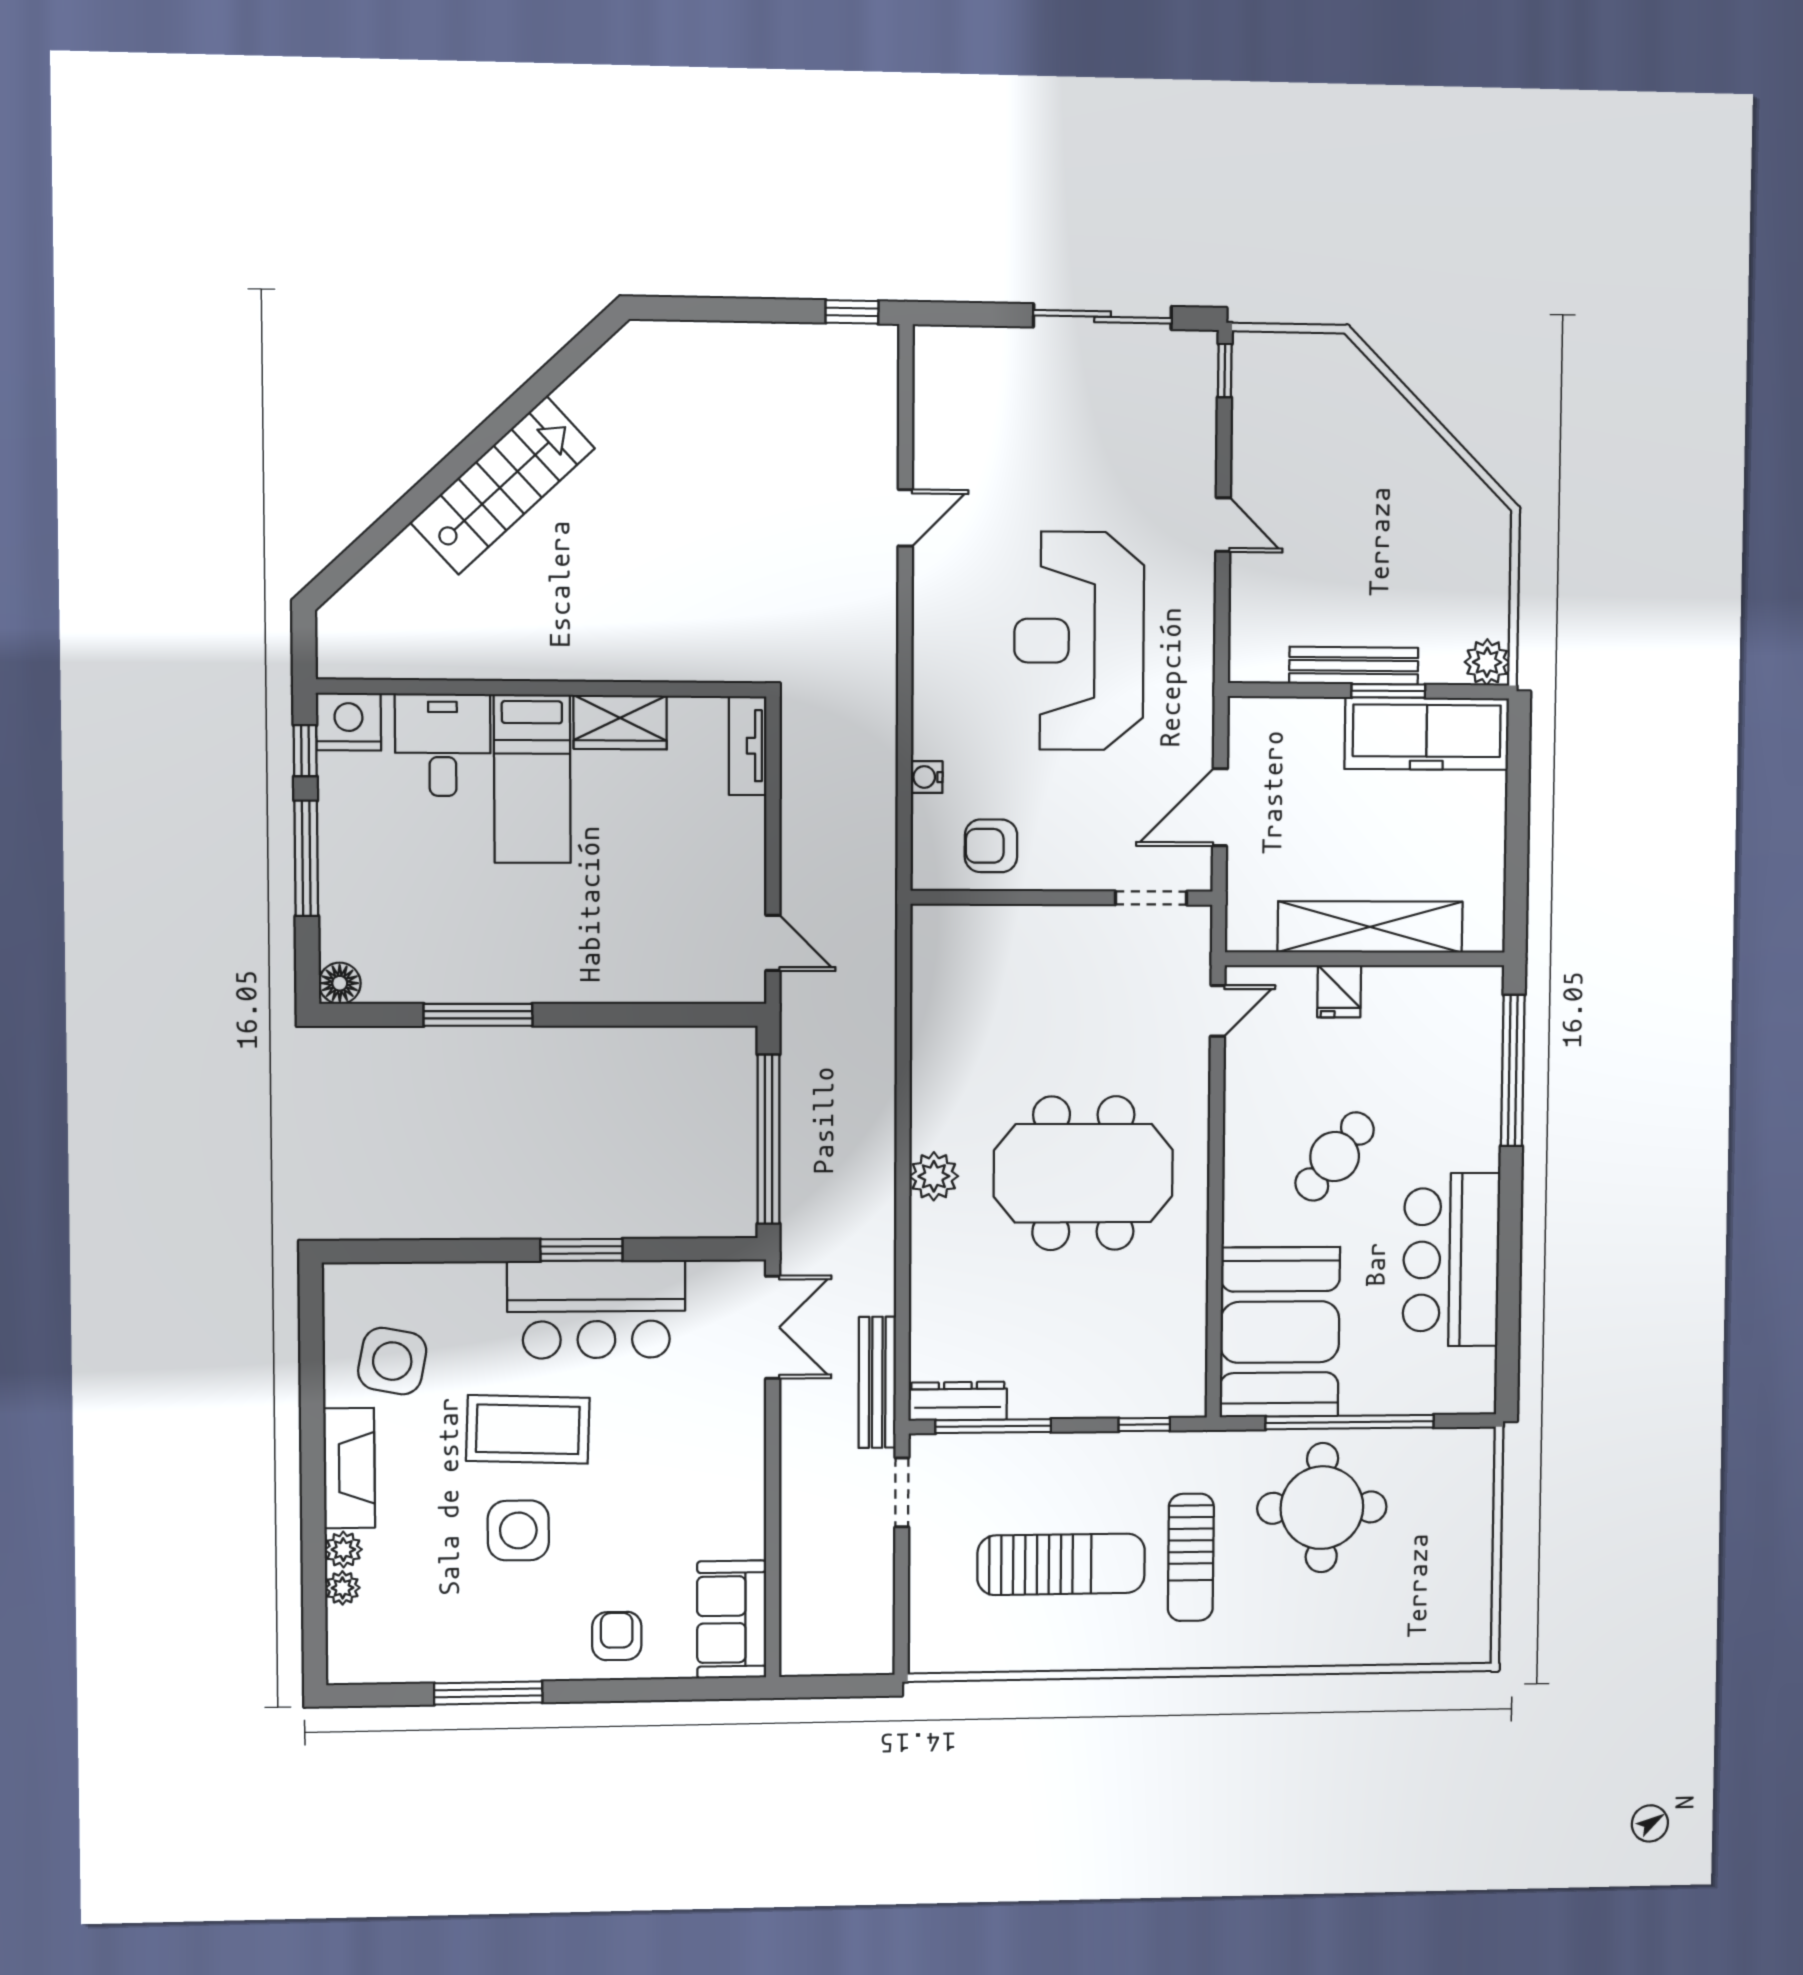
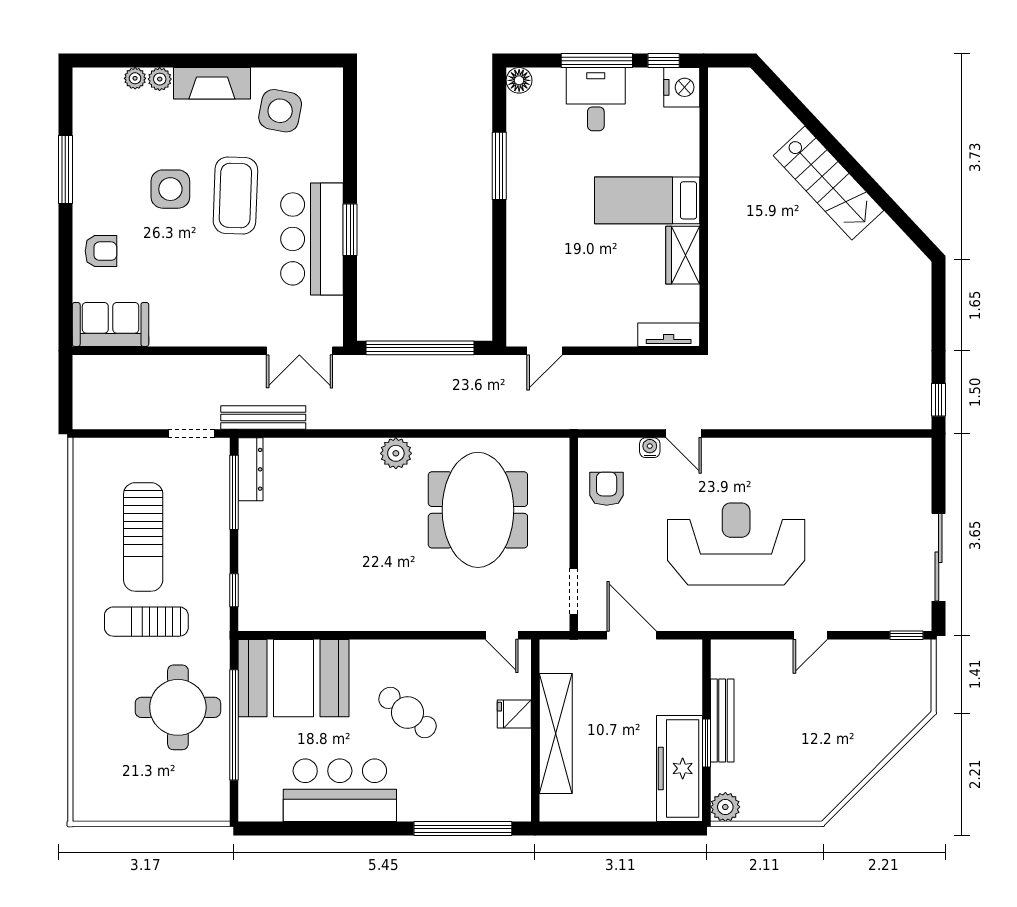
door: (905, 518) -> (684, 434), moved
desk: (443, 745) -> (596, 99), moved, turned -90
meeting table: (1083, 1173) -> (478, 510), moved

